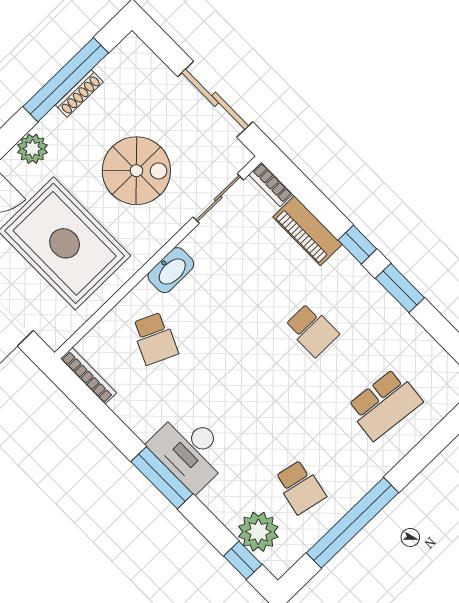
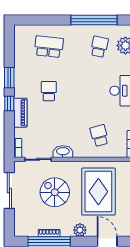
piano: (307, 231) -> (20, 113), moved
washbasin: (171, 270) -> (63, 152), moved
school desk: (155, 338) -> (99, 136), turned -39

